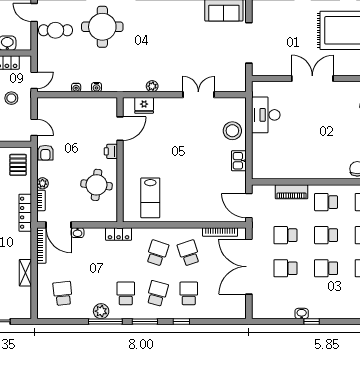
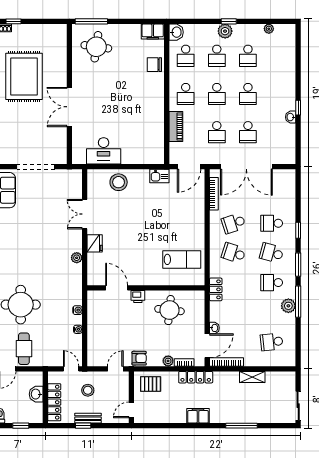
fridge: (144, 105) -> (95, 243), moved
kitchen sink: (239, 161) -> (159, 176), moved

